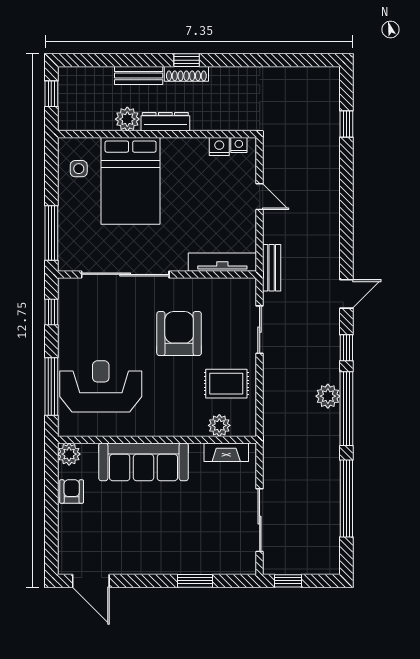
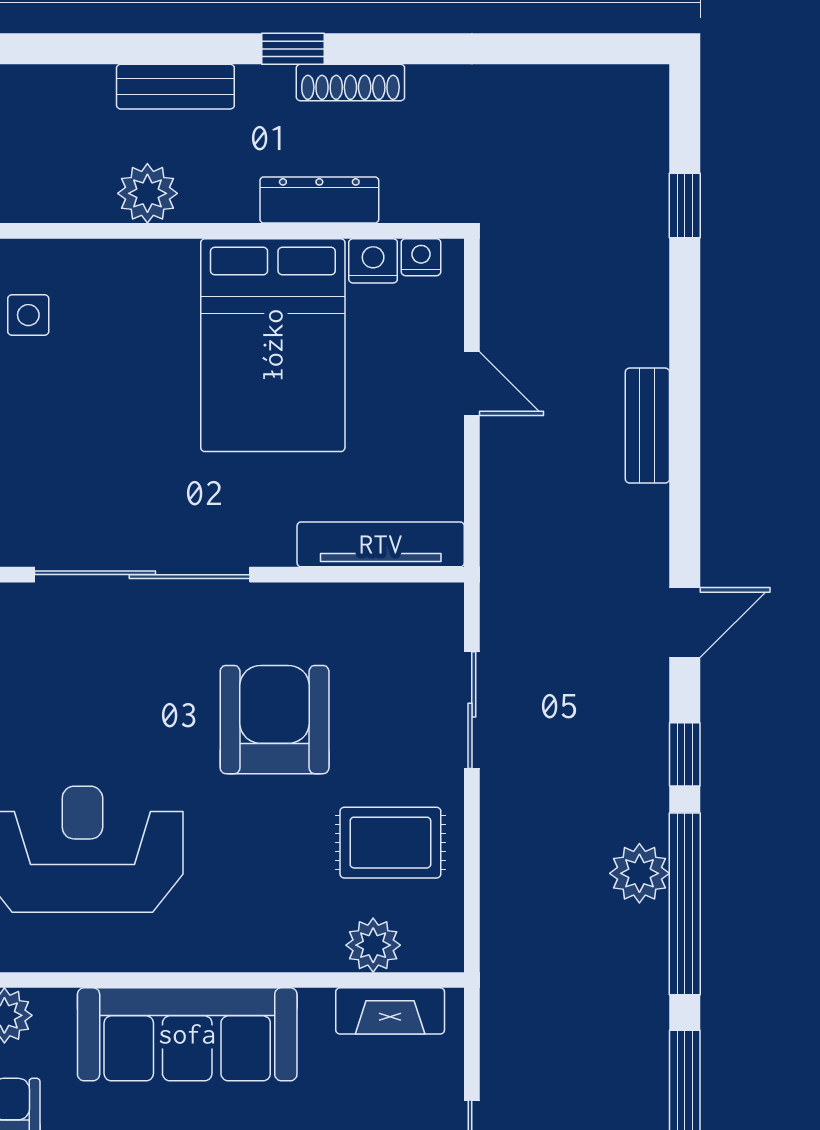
shoe rack: (186, 74) -> (350, 83), moved
dresser: (165, 122) -> (319, 200), moved
bed: (131, 181) -> (273, 345), moved
bench: (272, 268) -> (647, 426), moved

